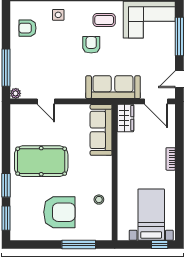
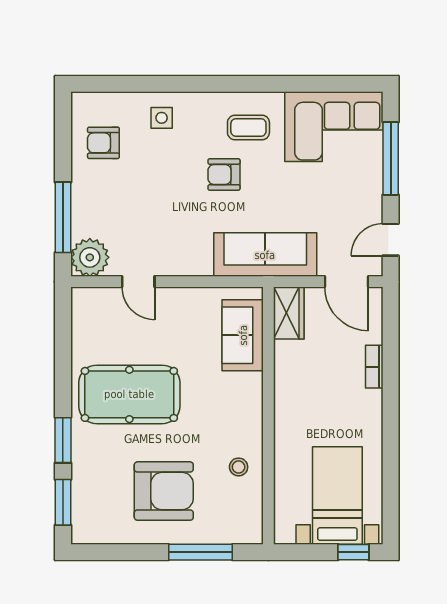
armchair: (91, 45) -> (224, 174), turned -90
plant: (16, 93) -> (90, 257), width x1.87, depth x1.87
sofa: (101, 130) -> (243, 335), width x0.73
bookcase: (171, 159) -> (374, 367), moved

